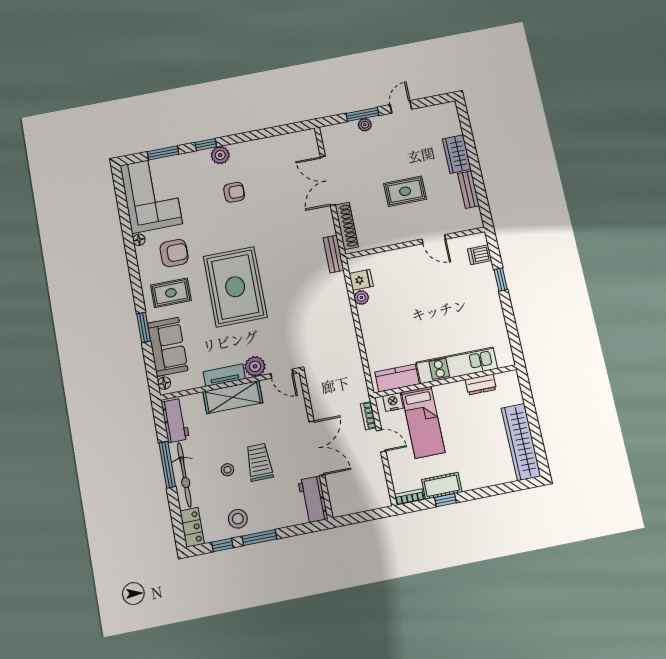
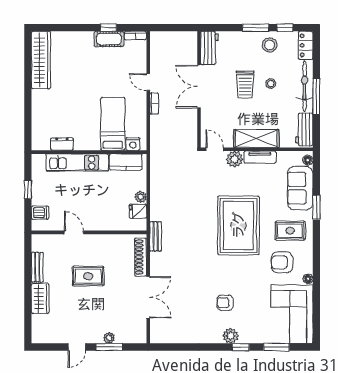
kitchen unit: (457, 365) -> (77, 163), moved
kitchen counter: (397, 378) -> (126, 162), moved
wall: (445, 381) -> (89, 152), moved
dresser: (481, 384) -> (62, 144), moved
nightstand: (393, 402) -> (133, 144), moved
bed: (423, 422) -> (113, 124), moved

